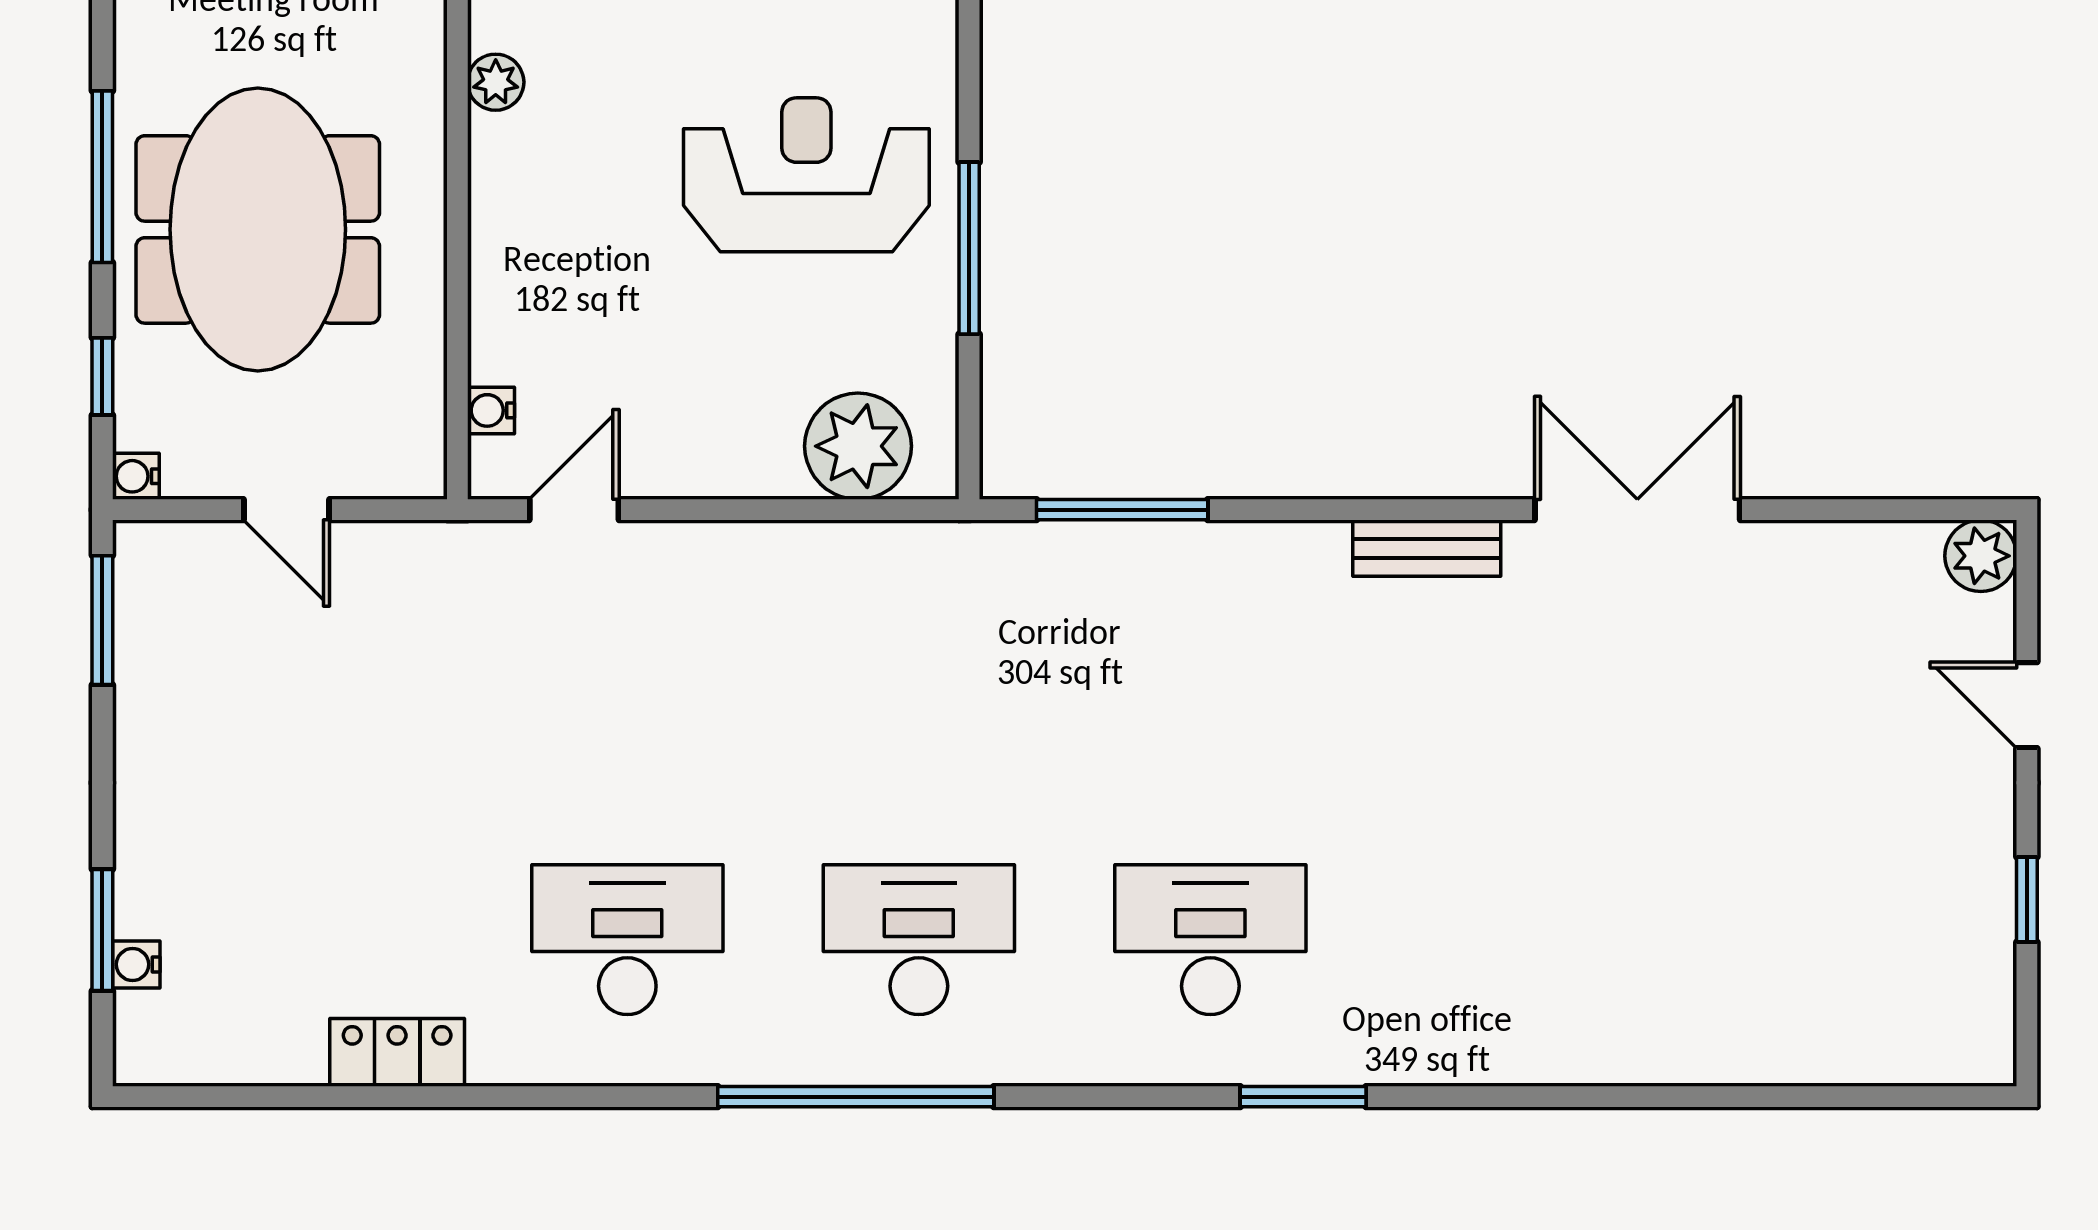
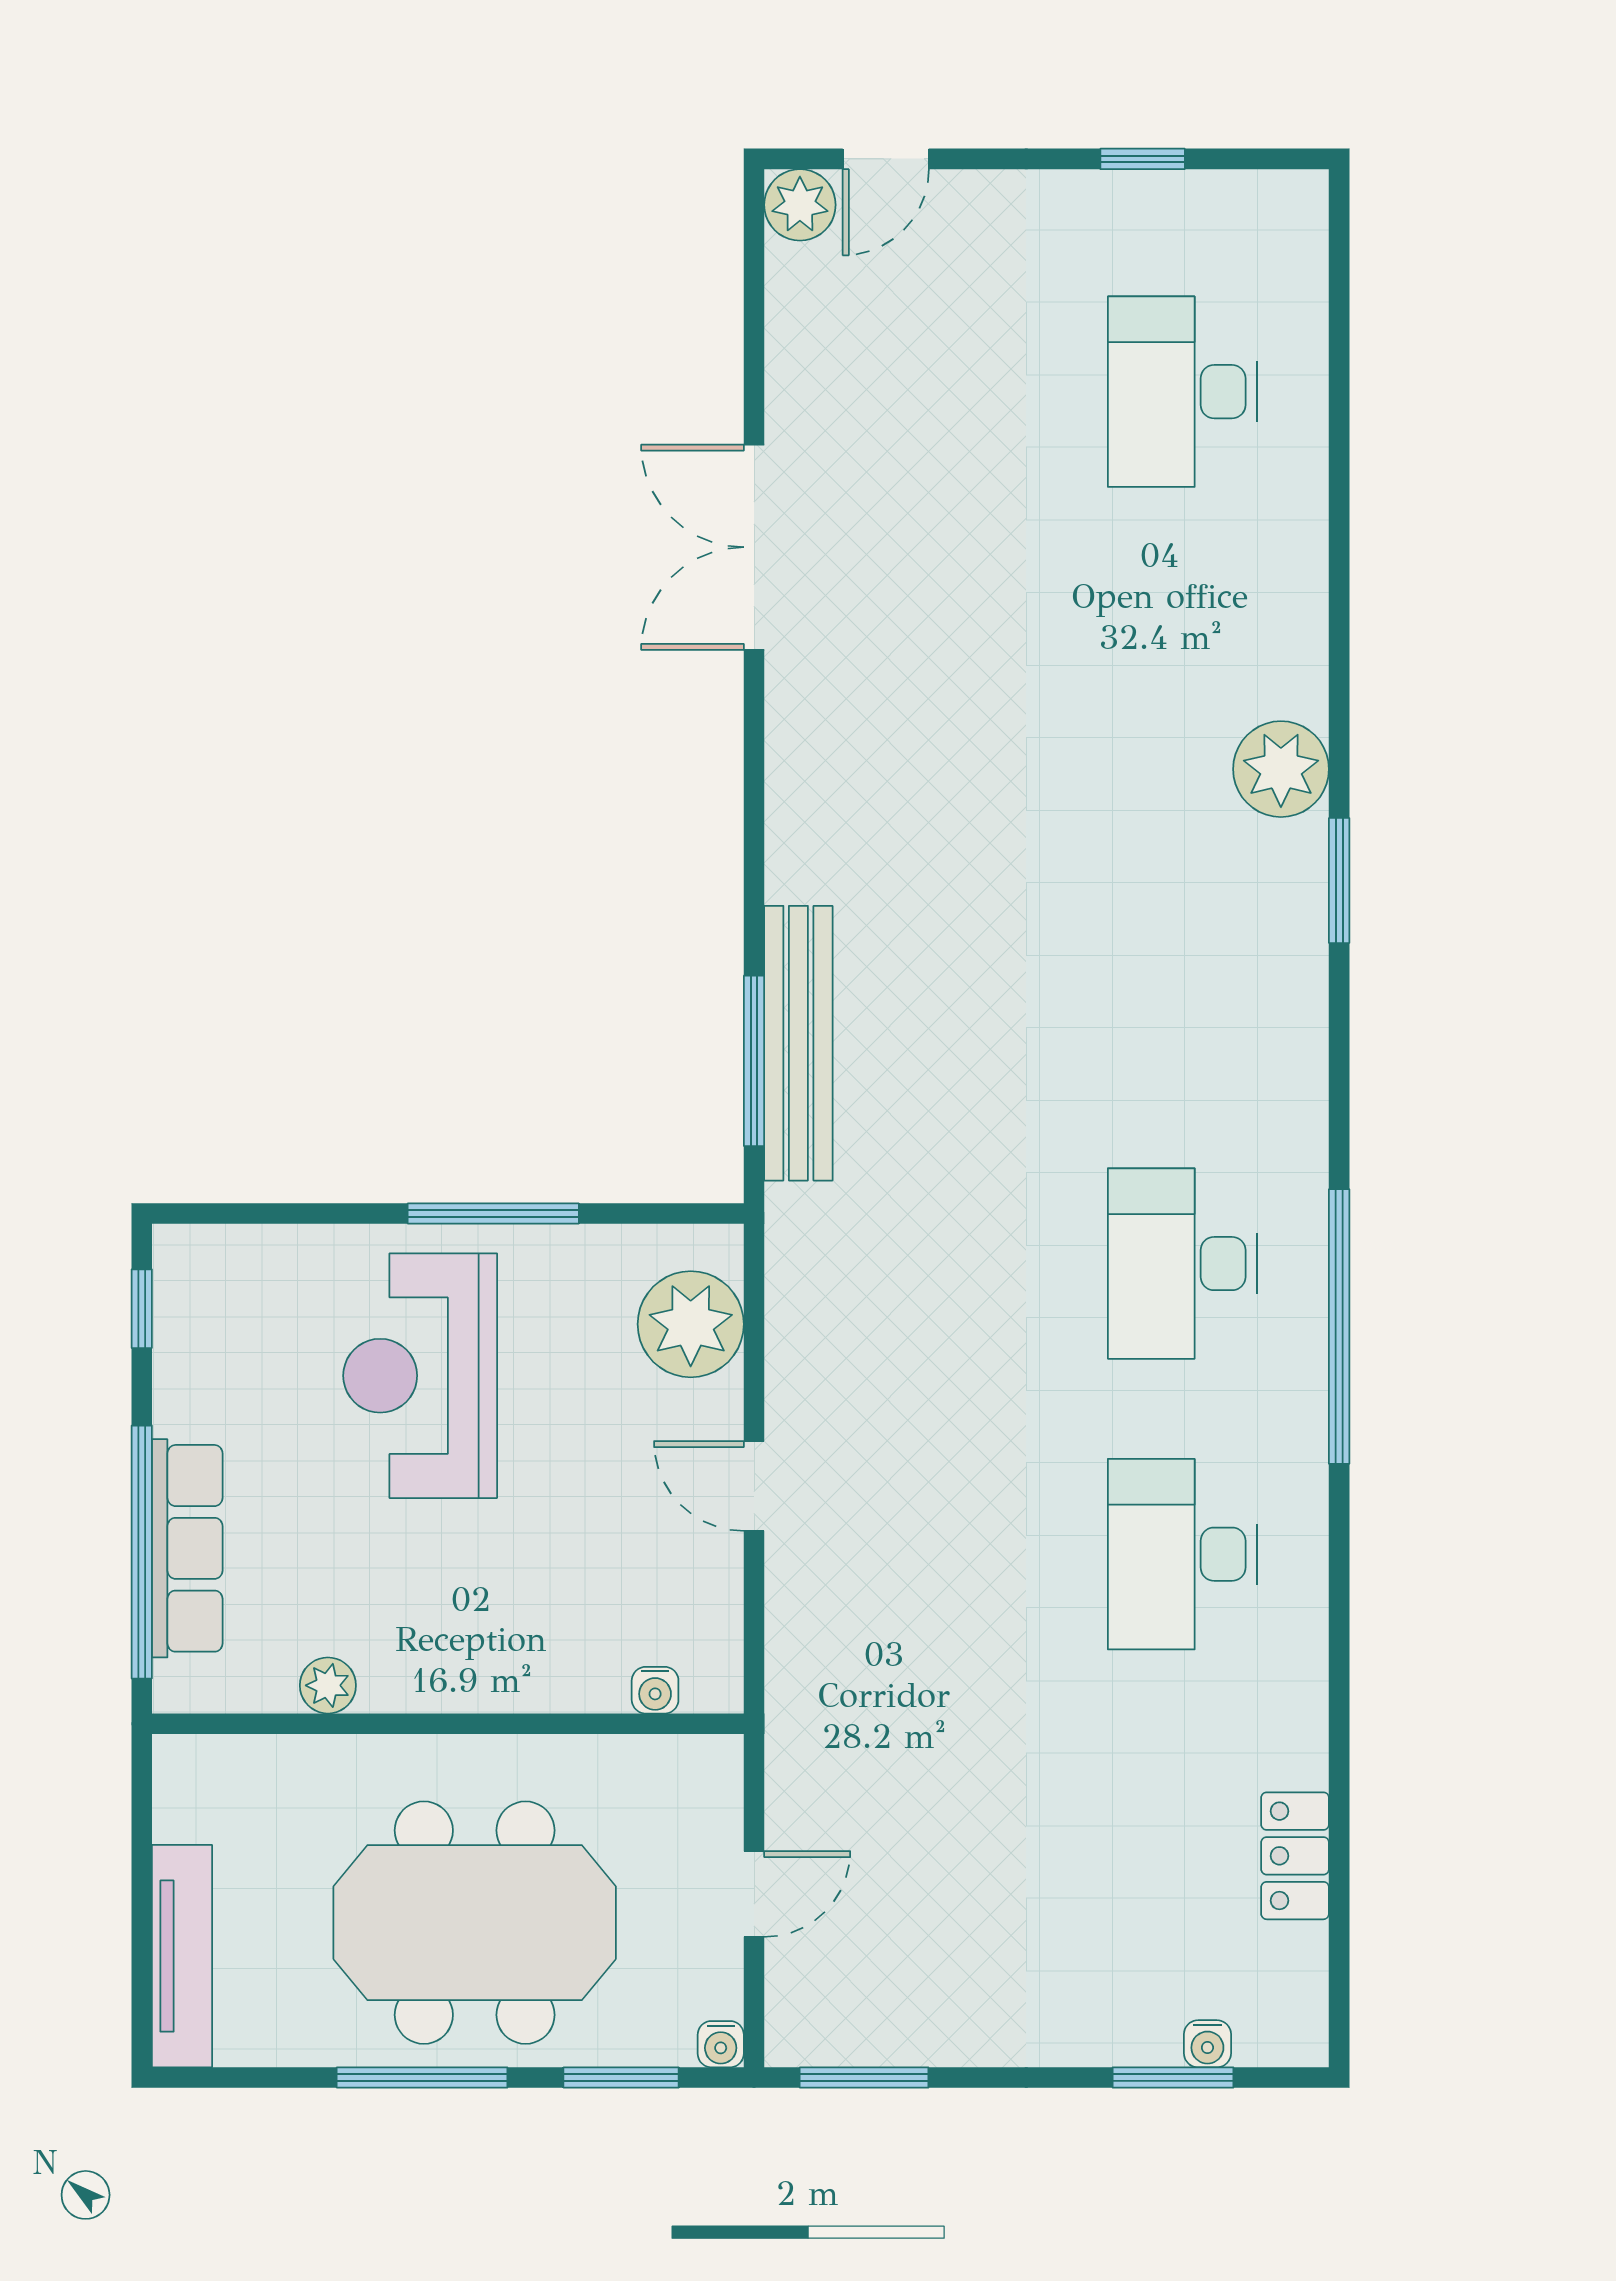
window: (102, 376) -> (621, 2078), width x1.50
door: (574, 510) -> (754, 1486), moved
bench: (1427, 548) -> (798, 1043), moved, width x1.86, depth x1.21
door: (2027, 705) -> (886, 159), moved
desk: (1210, 940) -> (1183, 392), moved
plant: (1415, 1038) -> (1281, 769), added
locker: (397, 1052) -> (1295, 1856), moved

